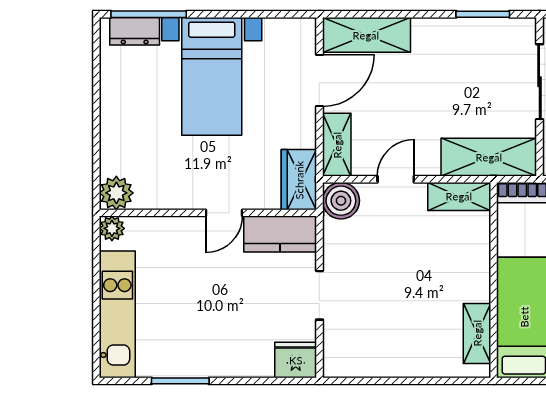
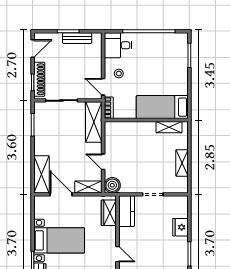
wardrobe: (299, 180) -> (109, 213), moved, turned 90
shelving: (459, 196) -> (182, 163), moved
door: (224, 213) -> (118, 254), moved
fridge: (296, 360) -> (180, 227), moved

